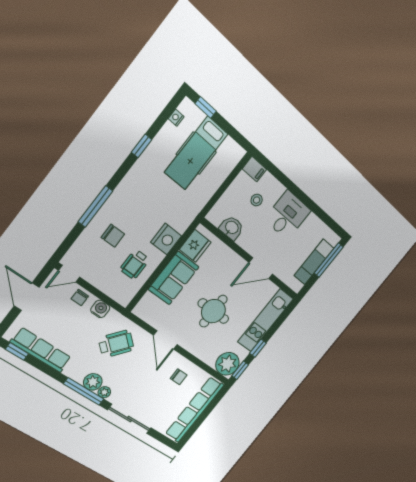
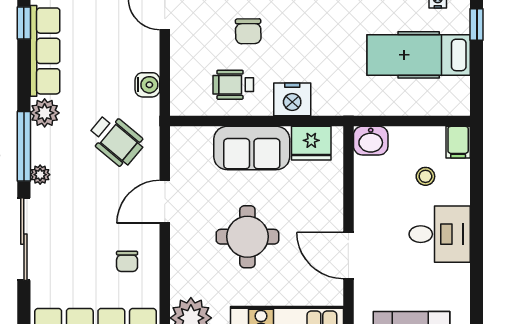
washbasin: (232, 228) -> (371, 141), moved, turned 90
chair: (80, 298) -> (144, 49), removed
plant: (93, 382) -> (45, 113), moved

